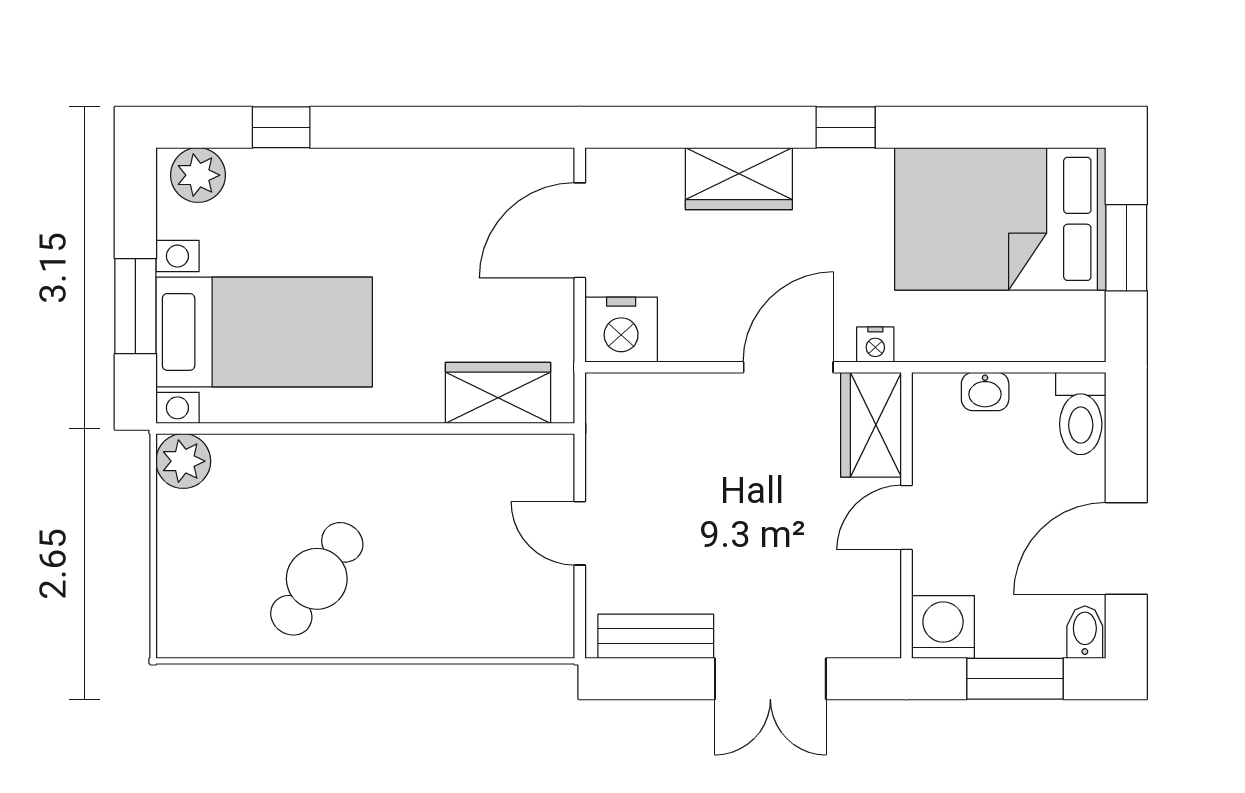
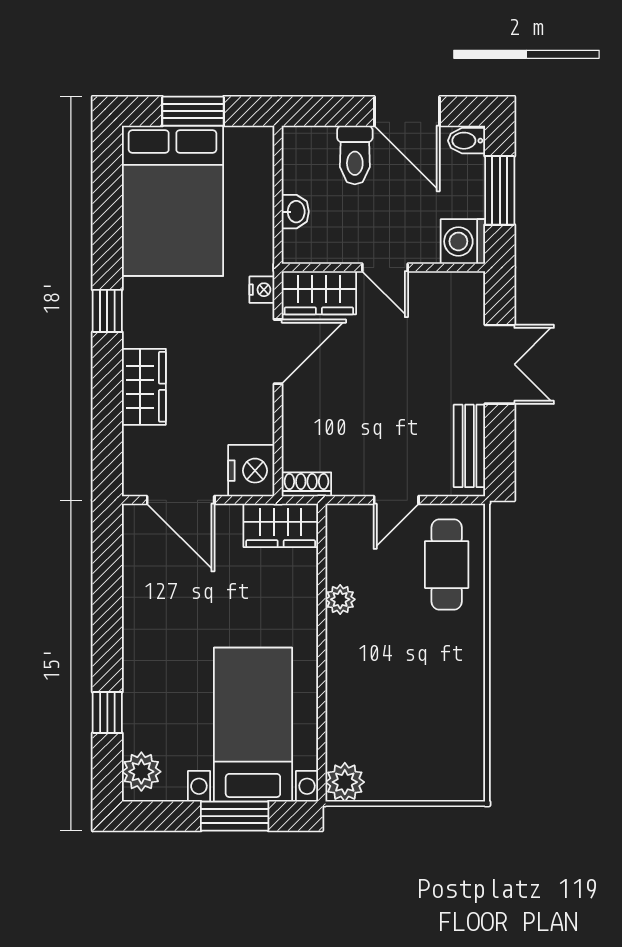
door: (788, 367) -> (278, 352), swing flipped
wardrobe: (498, 393) -> (281, 525), moved, turned -90
shoe rack: (602, 407) -> (306, 484), added
toilet: (1081, 414) -> (355, 155), moved, turned 90
plant: (440, 455) -> (340, 599), added
cafe table: (317, 579) -> (447, 565), moved, turned 55

